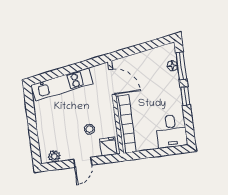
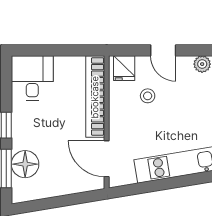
floor lamp: (172, 66) -> (25, 164), width x1.89, depth x1.89
door: (83, 162) -> (163, 50), swing flipped

